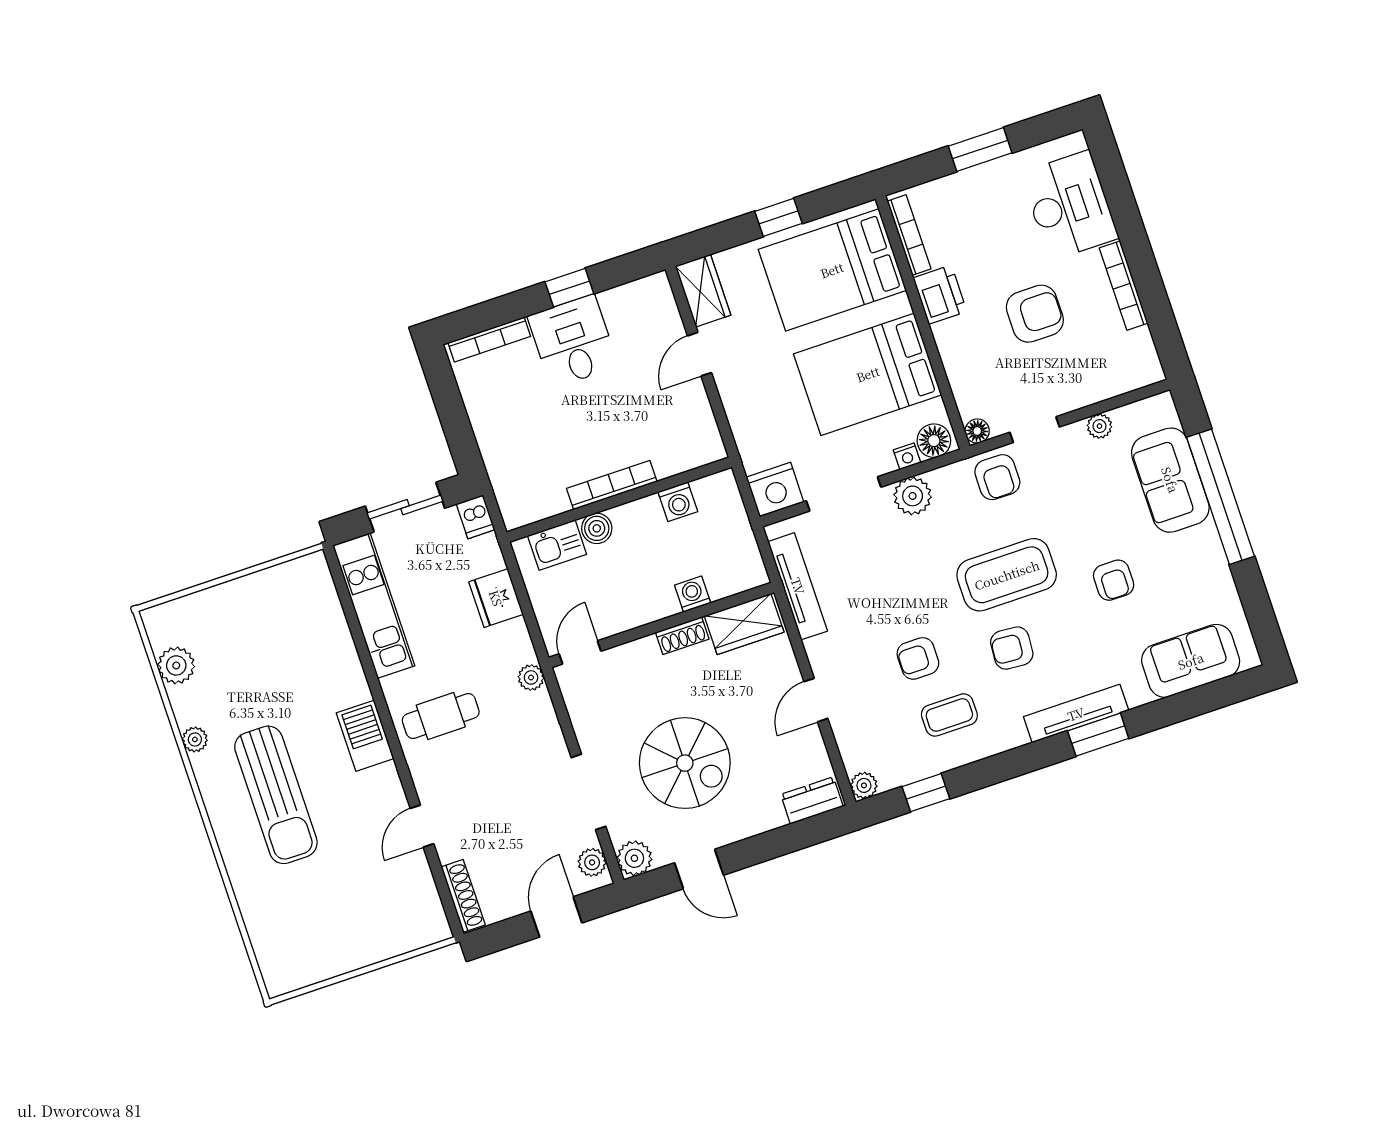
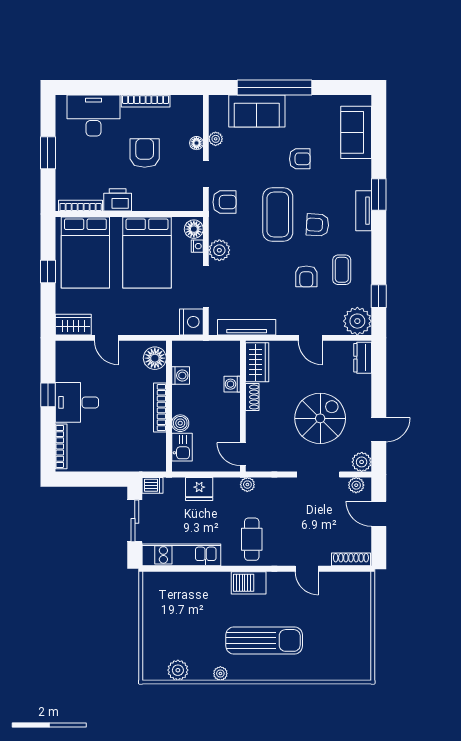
floor lamp: (977, 431) -> (196, 143), moved
floor lamp: (693, 448) -> (155, 358), added
armchair: (1012, 648) -> (317, 225), turned 89
tv unit: (1076, 714) -> (364, 211), width x0.71
plant: (864, 785) -> (357, 321), width x1.87, depth x1.87

